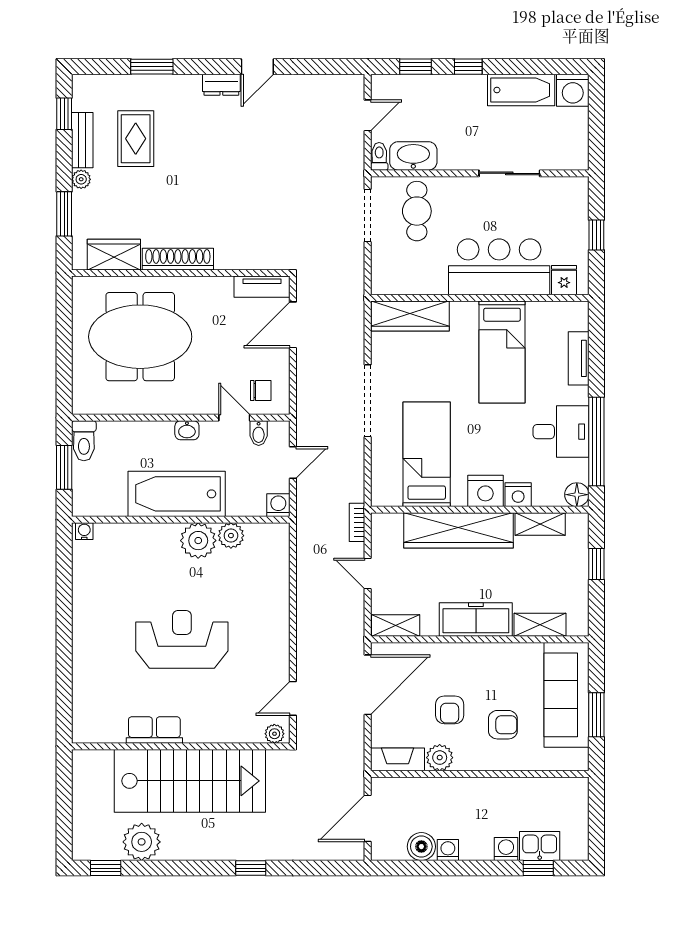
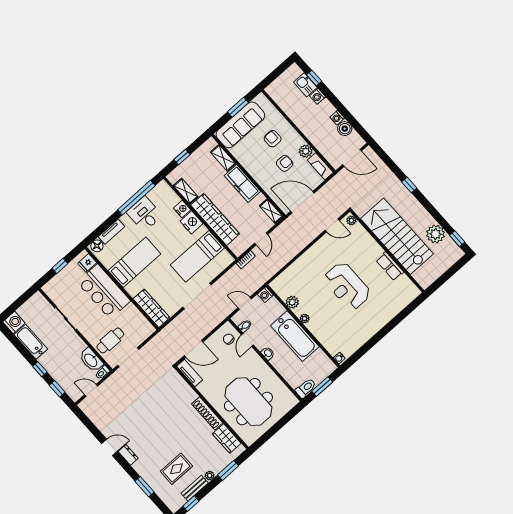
floor lamp: (577, 495) -> (97, 246), moved
plant: (198, 541) -> (305, 319), width x0.53, depth x0.53

